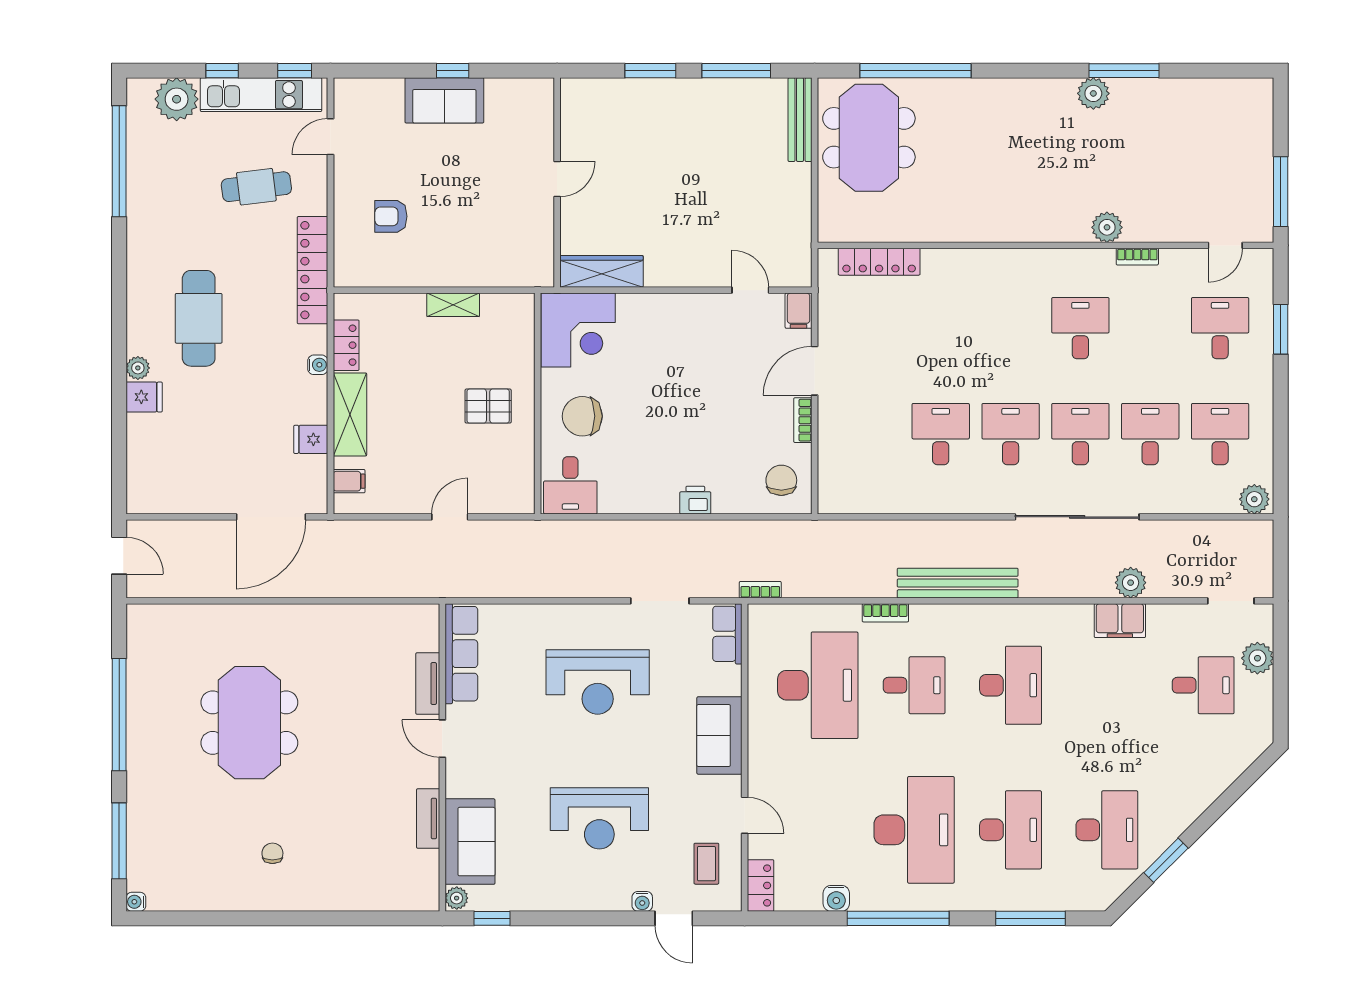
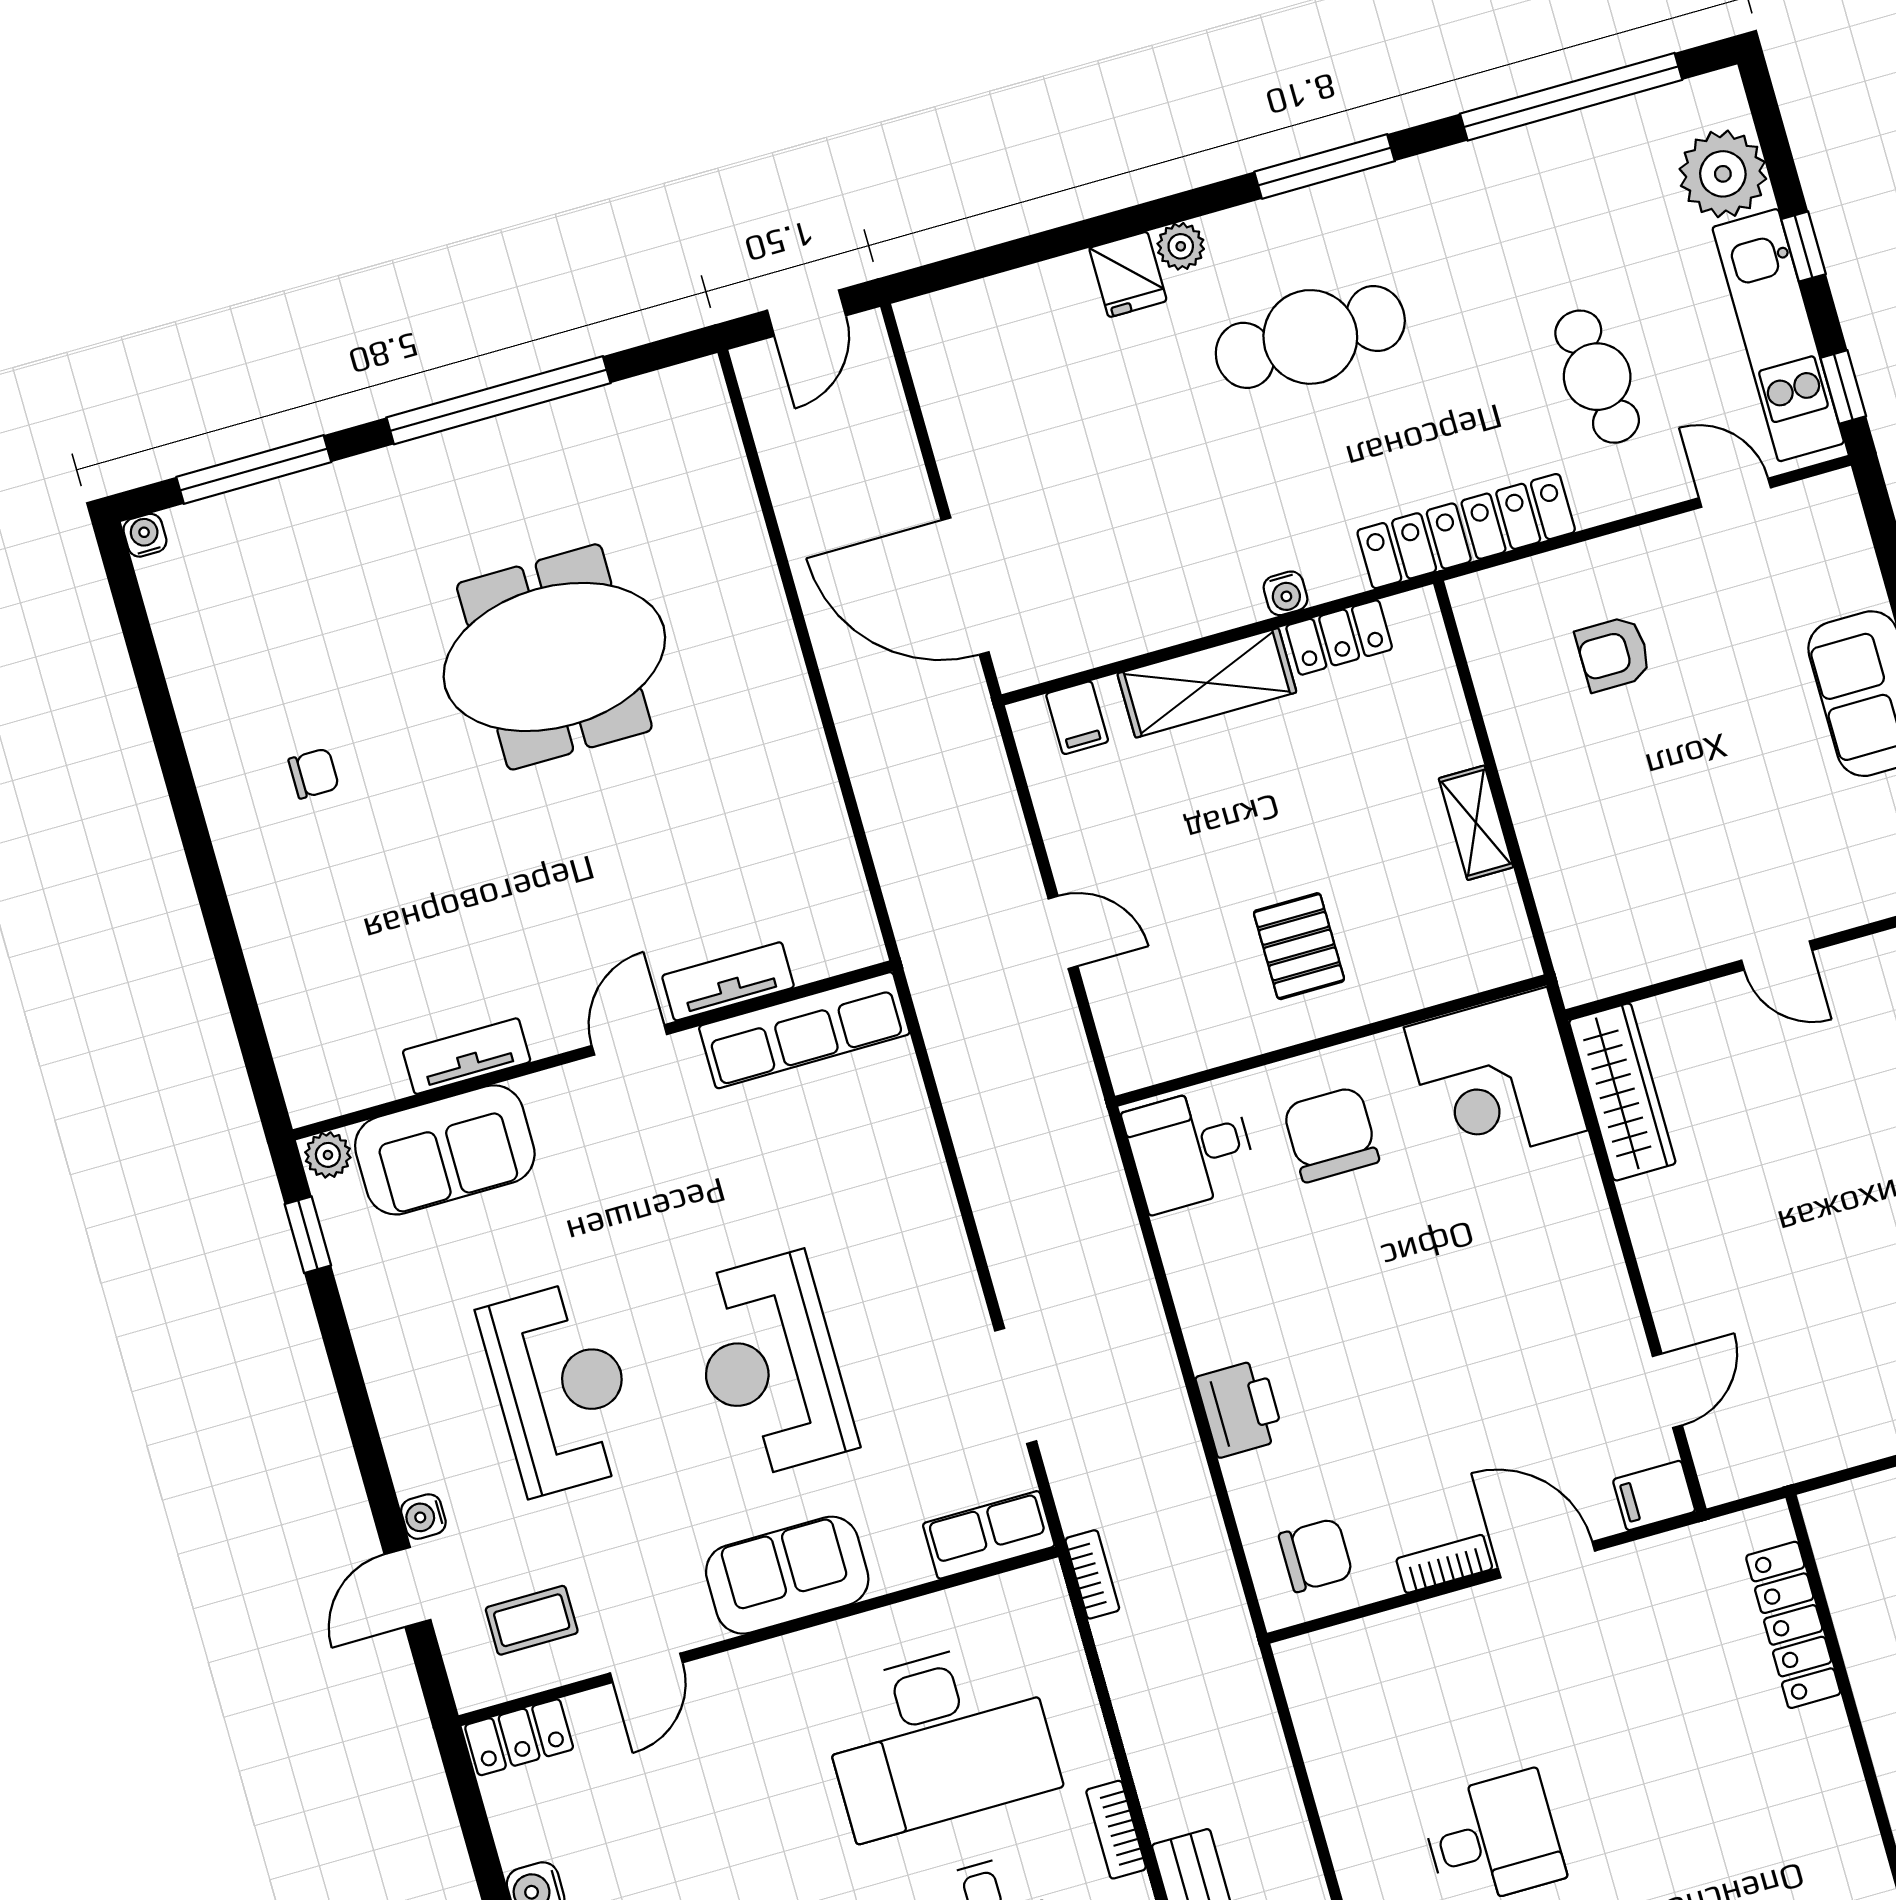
armchair: (391, 216) -> (1613, 654), turned -90
window: (119, 288) -> (1325, 166), added
fridge: (311, 439) -> (1137, 621), removed
printer: (695, 500) -> (1240, 1408), width x1.36, depth x1.24
reception desk: (598, 682) -> (770, 1365), moved
reception desk: (599, 818) -> (561, 1388), turned 180

